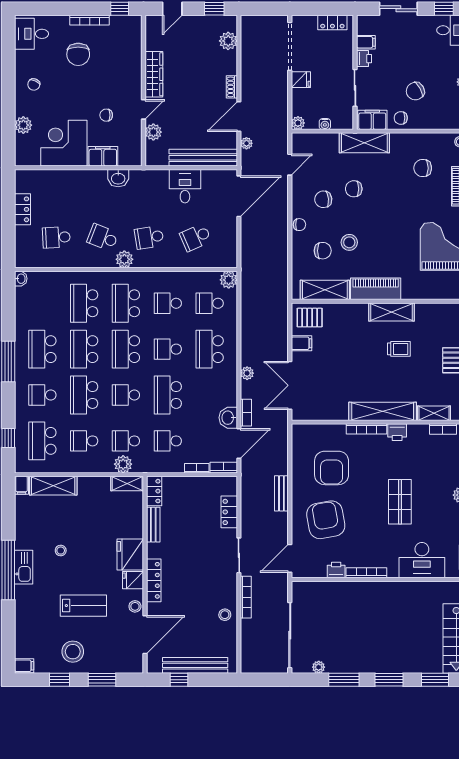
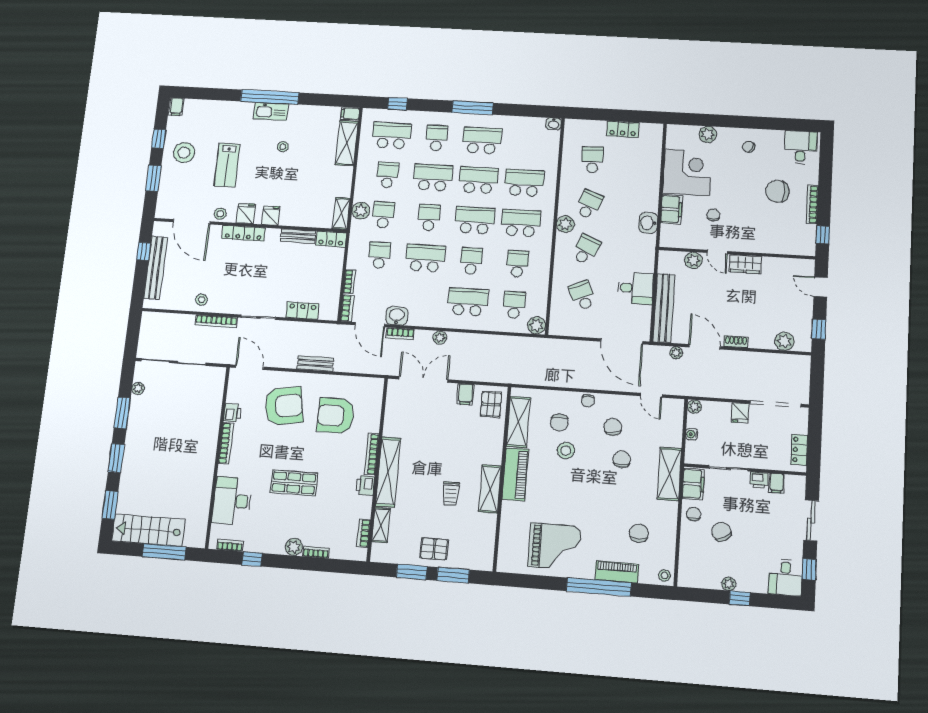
wardrobe: (154, 74) -> (745, 264), width x0.67
school desk: (149, 237) -> (586, 250), turned 33
fridge: (130, 555) -> (271, 215), width x0.53, depth x0.75

